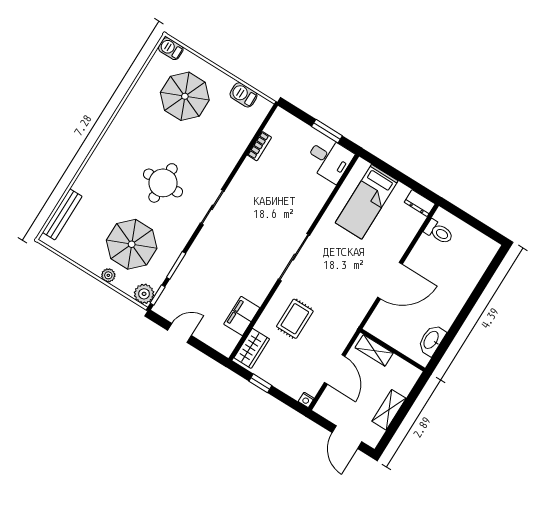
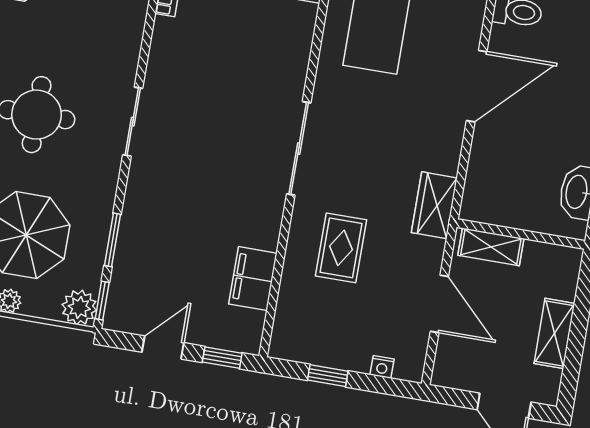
door: (390, 281) -> (477, 86), moved
wardrobe: (252, 348) -> (434, 205), moved, turned 180
window: (209, 351) -> (222, 358), added
nightstand: (306, 400) -> (382, 367), moved

